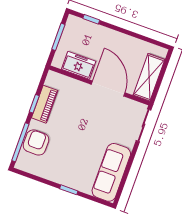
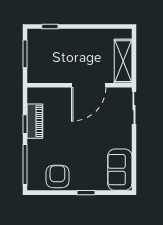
freezer: (79, 65) -> (53, 73), removed
door: (108, 88) -> (89, 85), swing flipped
armchair: (36, 143) -> (57, 177), moved
sofa: (111, 172) -> (120, 170), width x0.73

